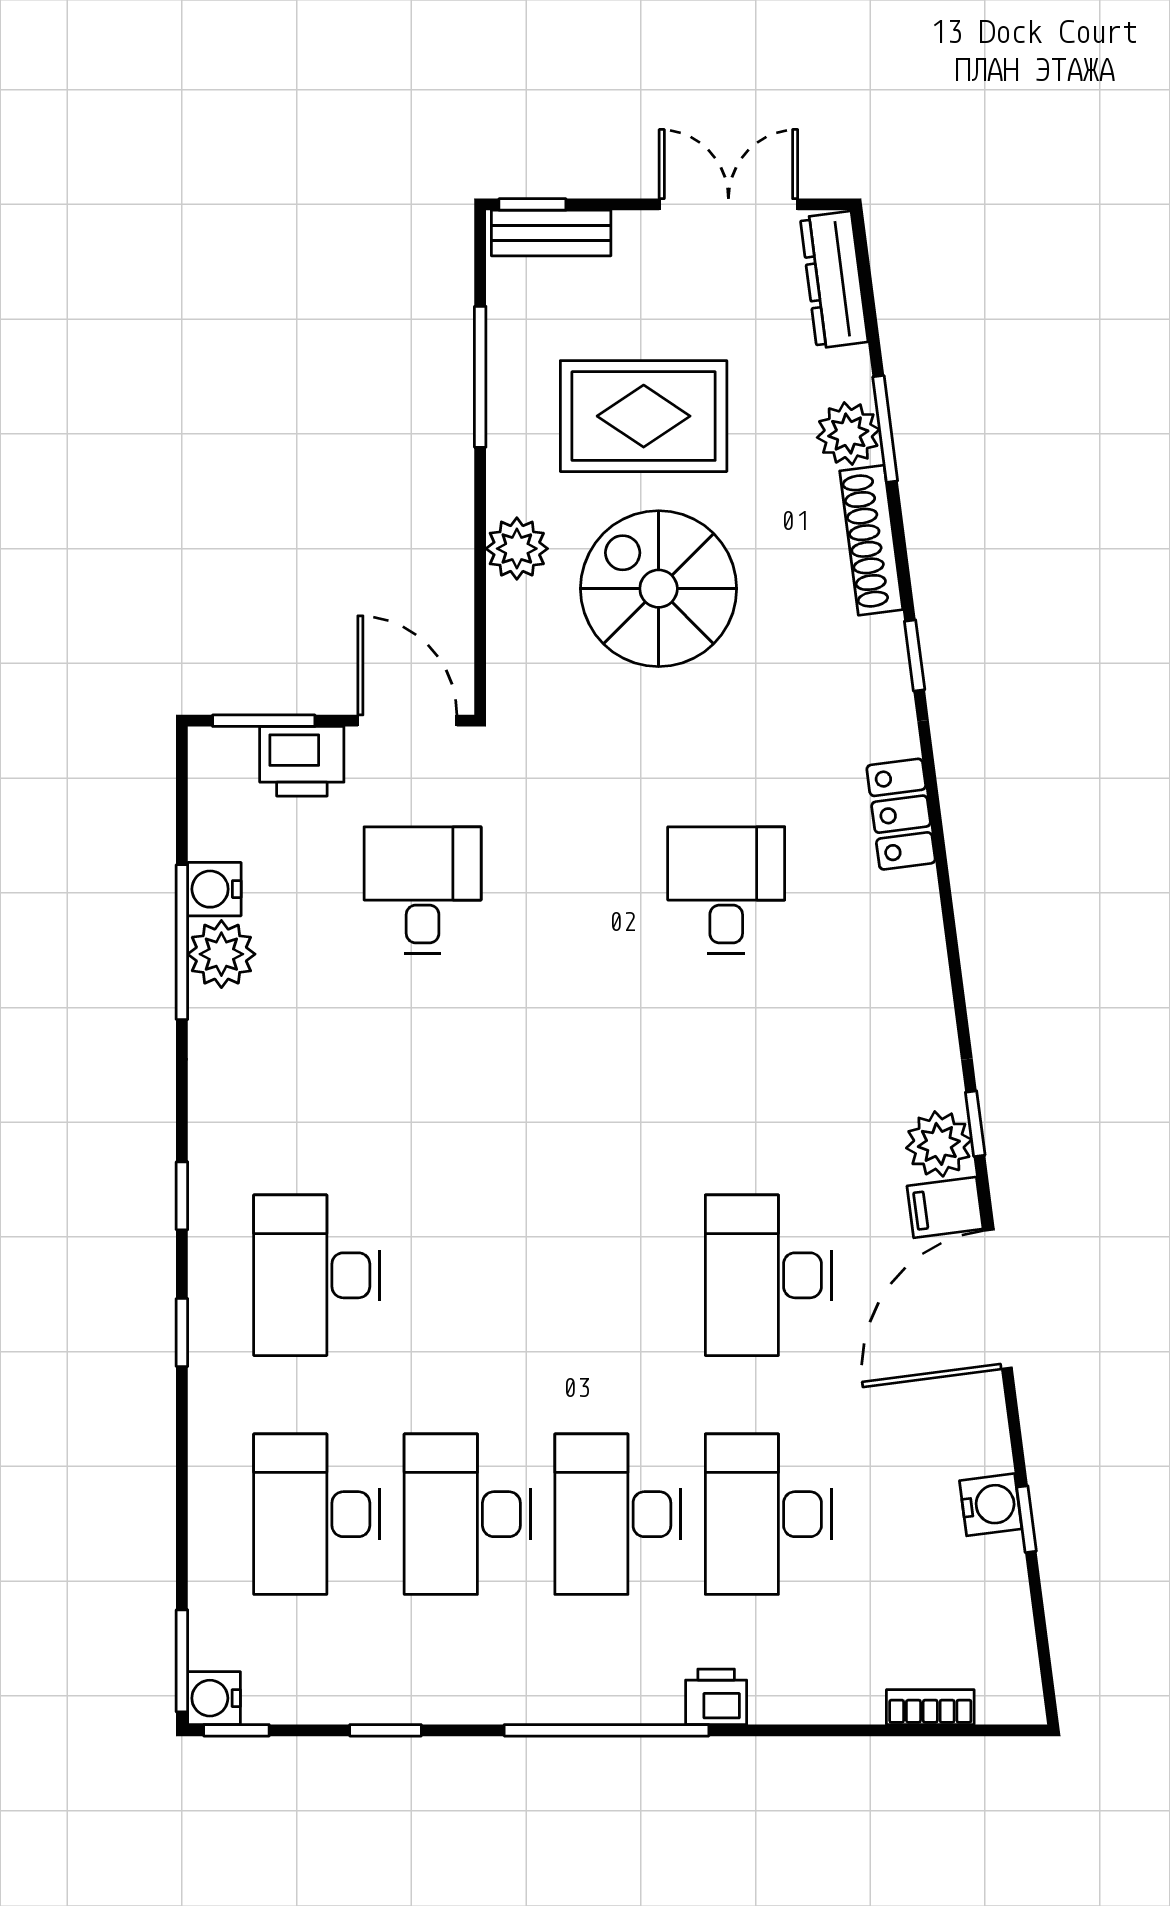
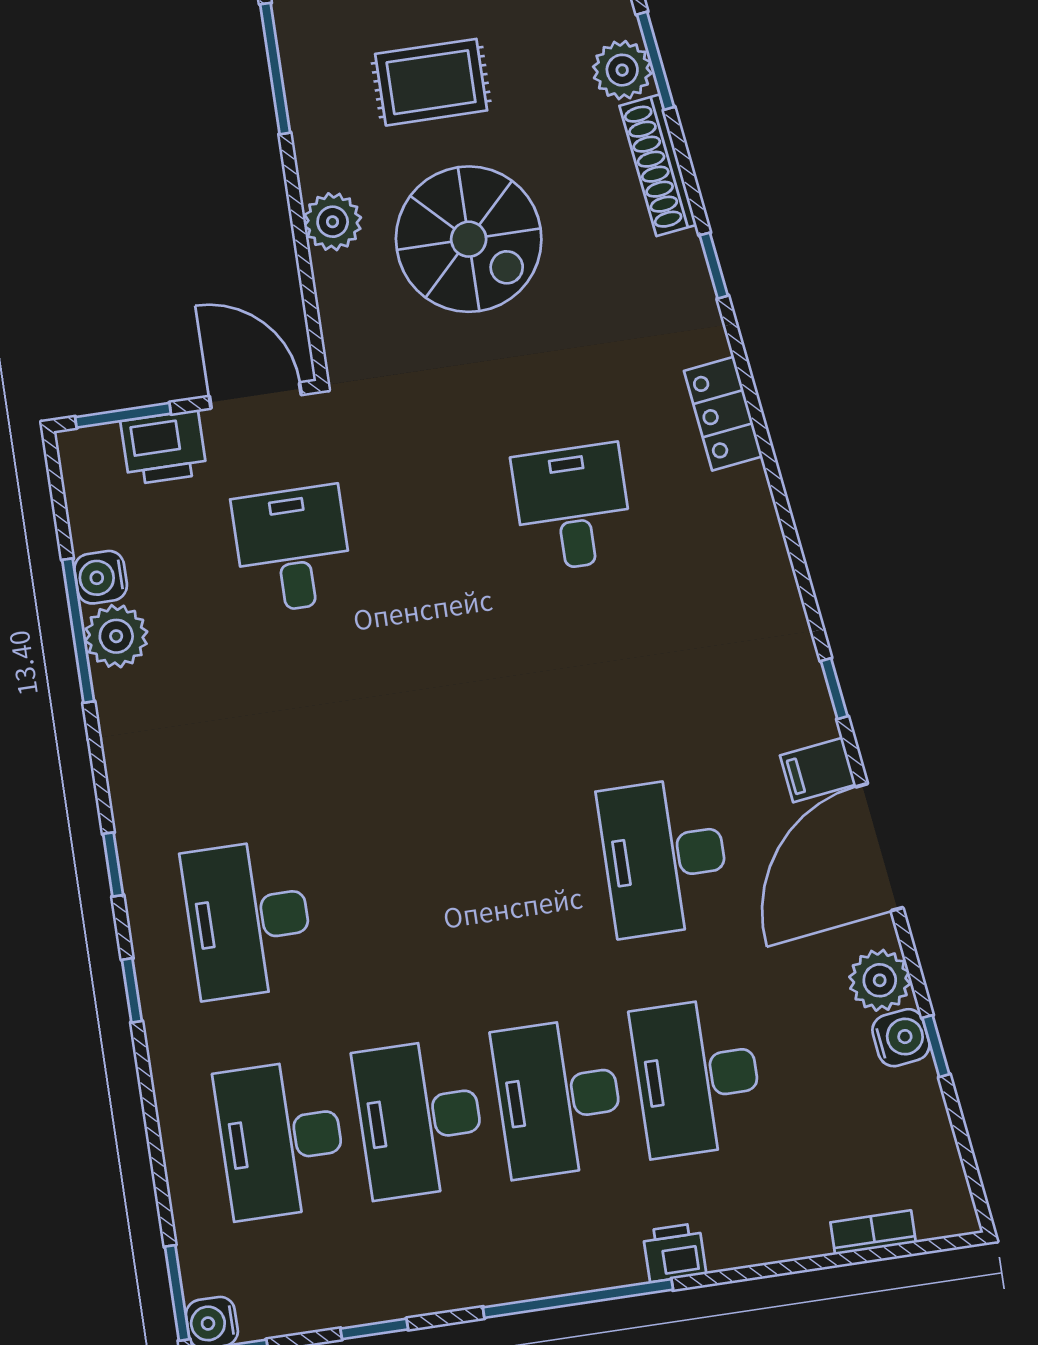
rug: (644, 416) -> (431, 82), width x0.73, depth x0.70
spiral stairs: (659, 589) -> (469, 239), turned 180
plant: (939, 1144) -> (880, 980), moved

